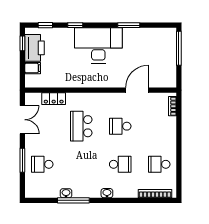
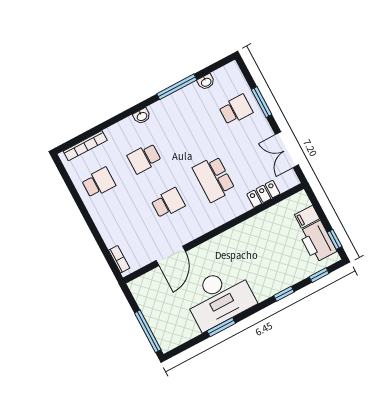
desk: (98, 45) -> (219, 298), moved
school desk: (81, 126) -> (214, 179), turned 180
washbasin: (66, 193) -> (206, 82), moved

